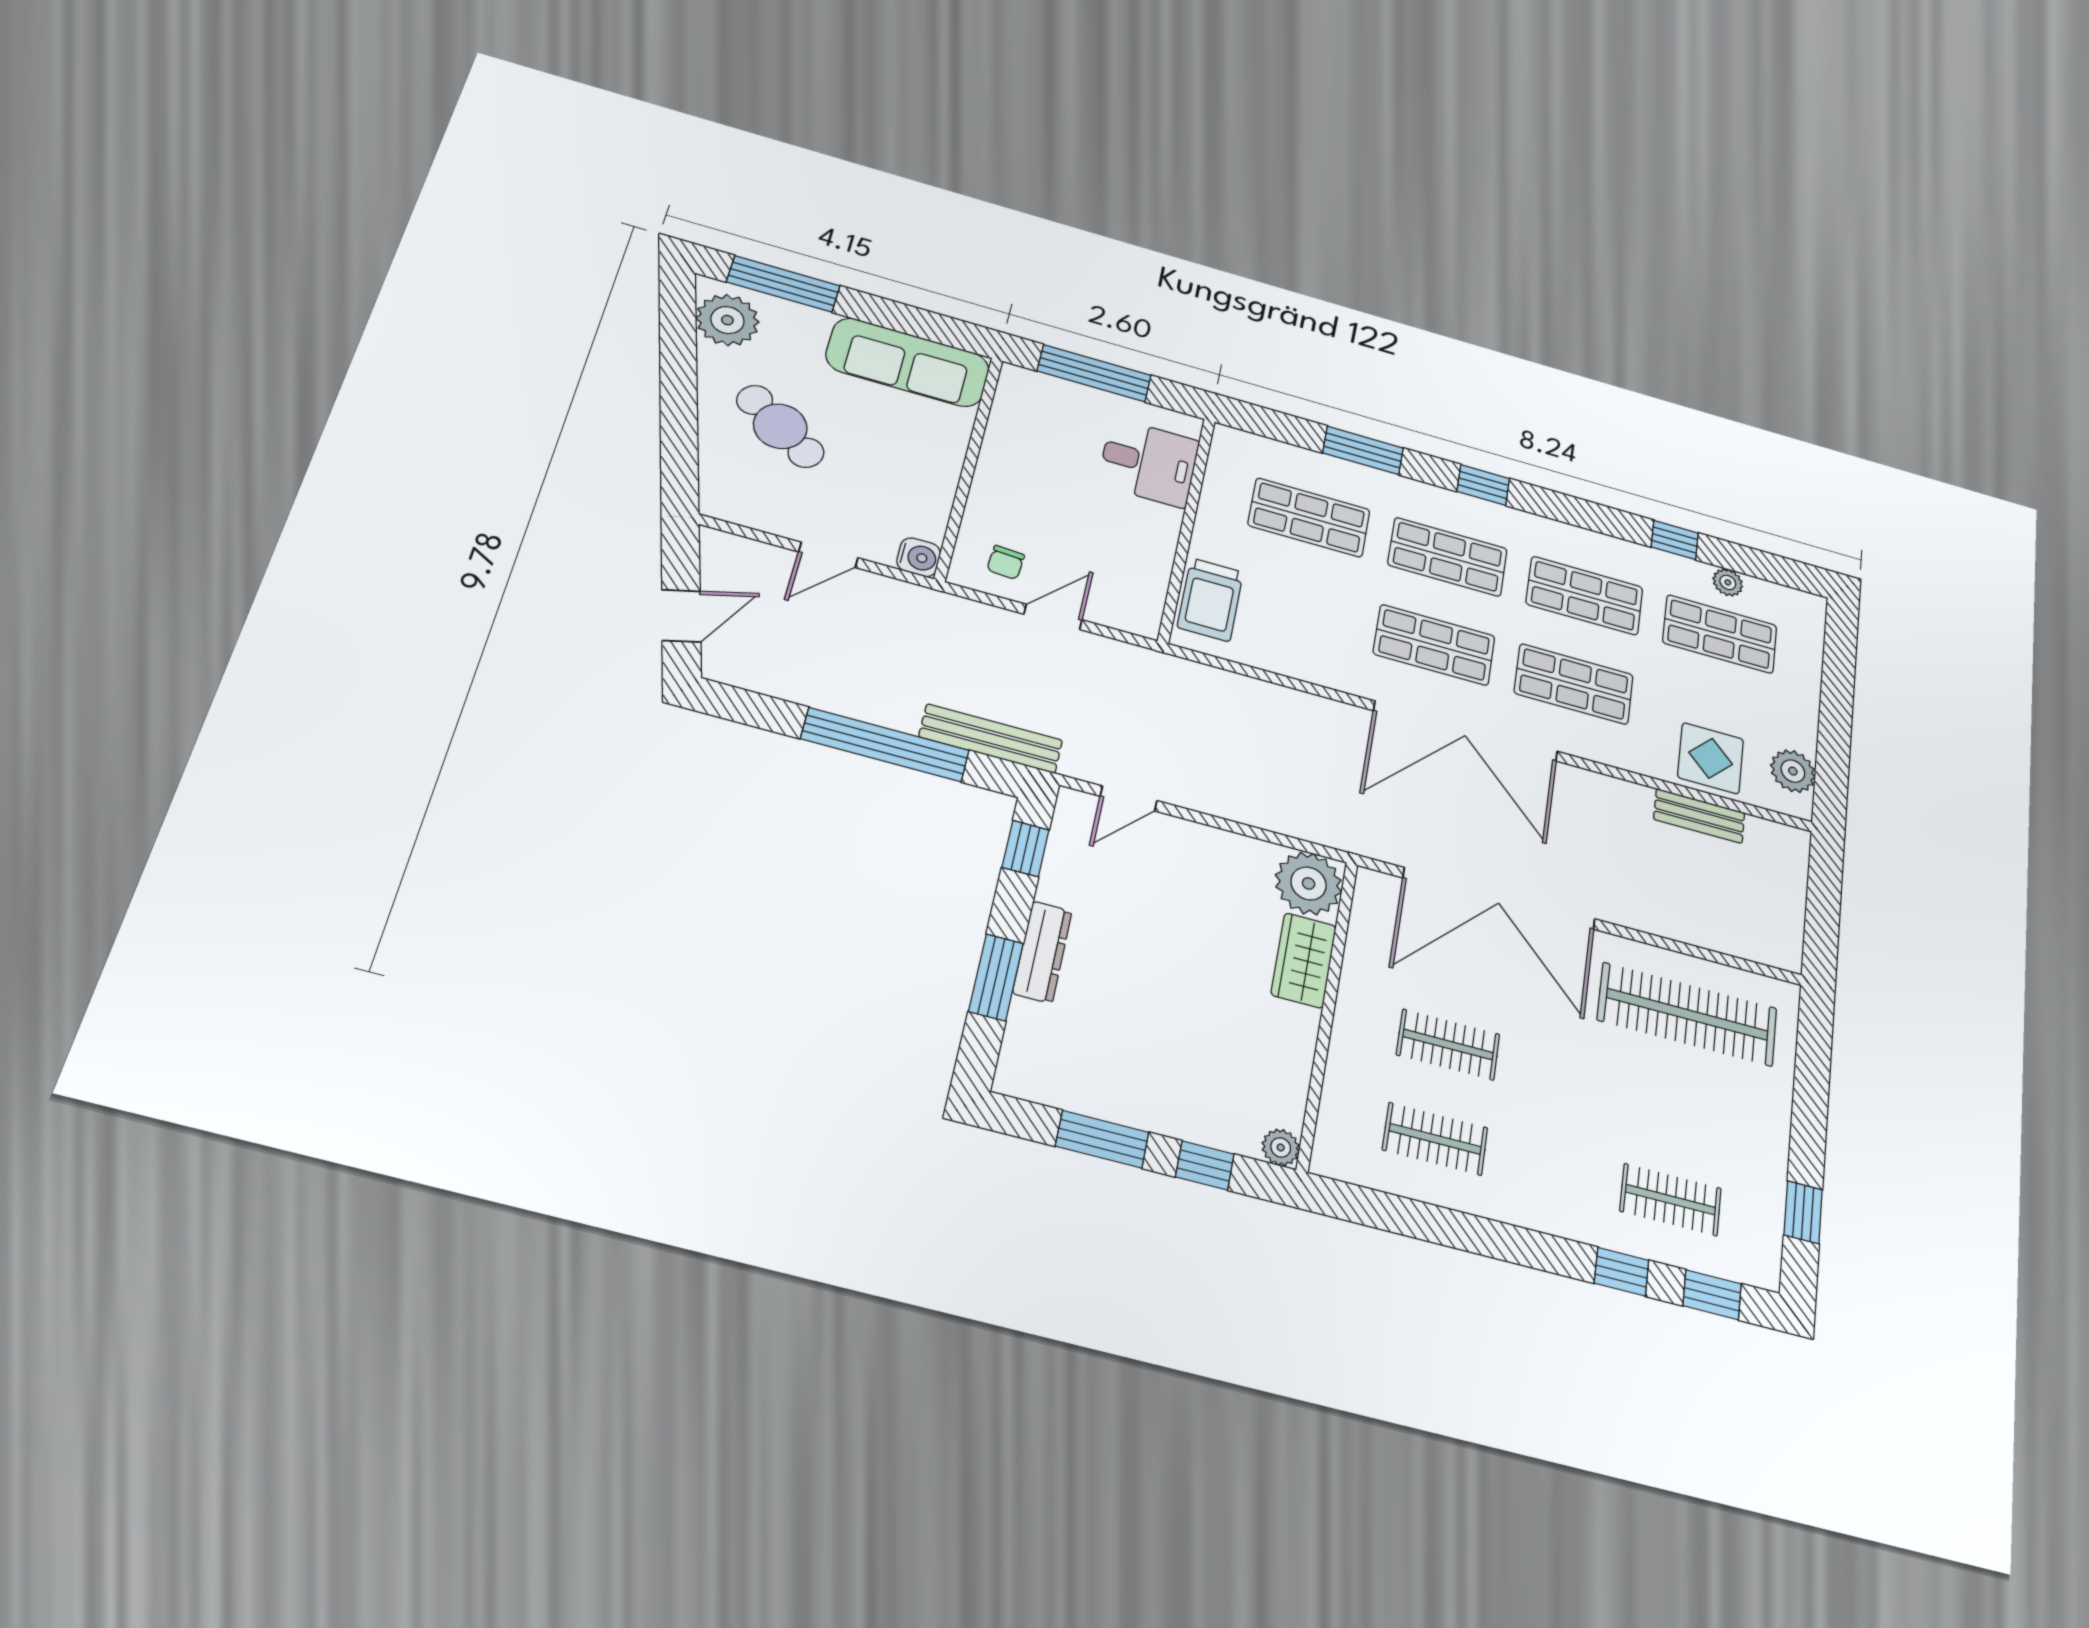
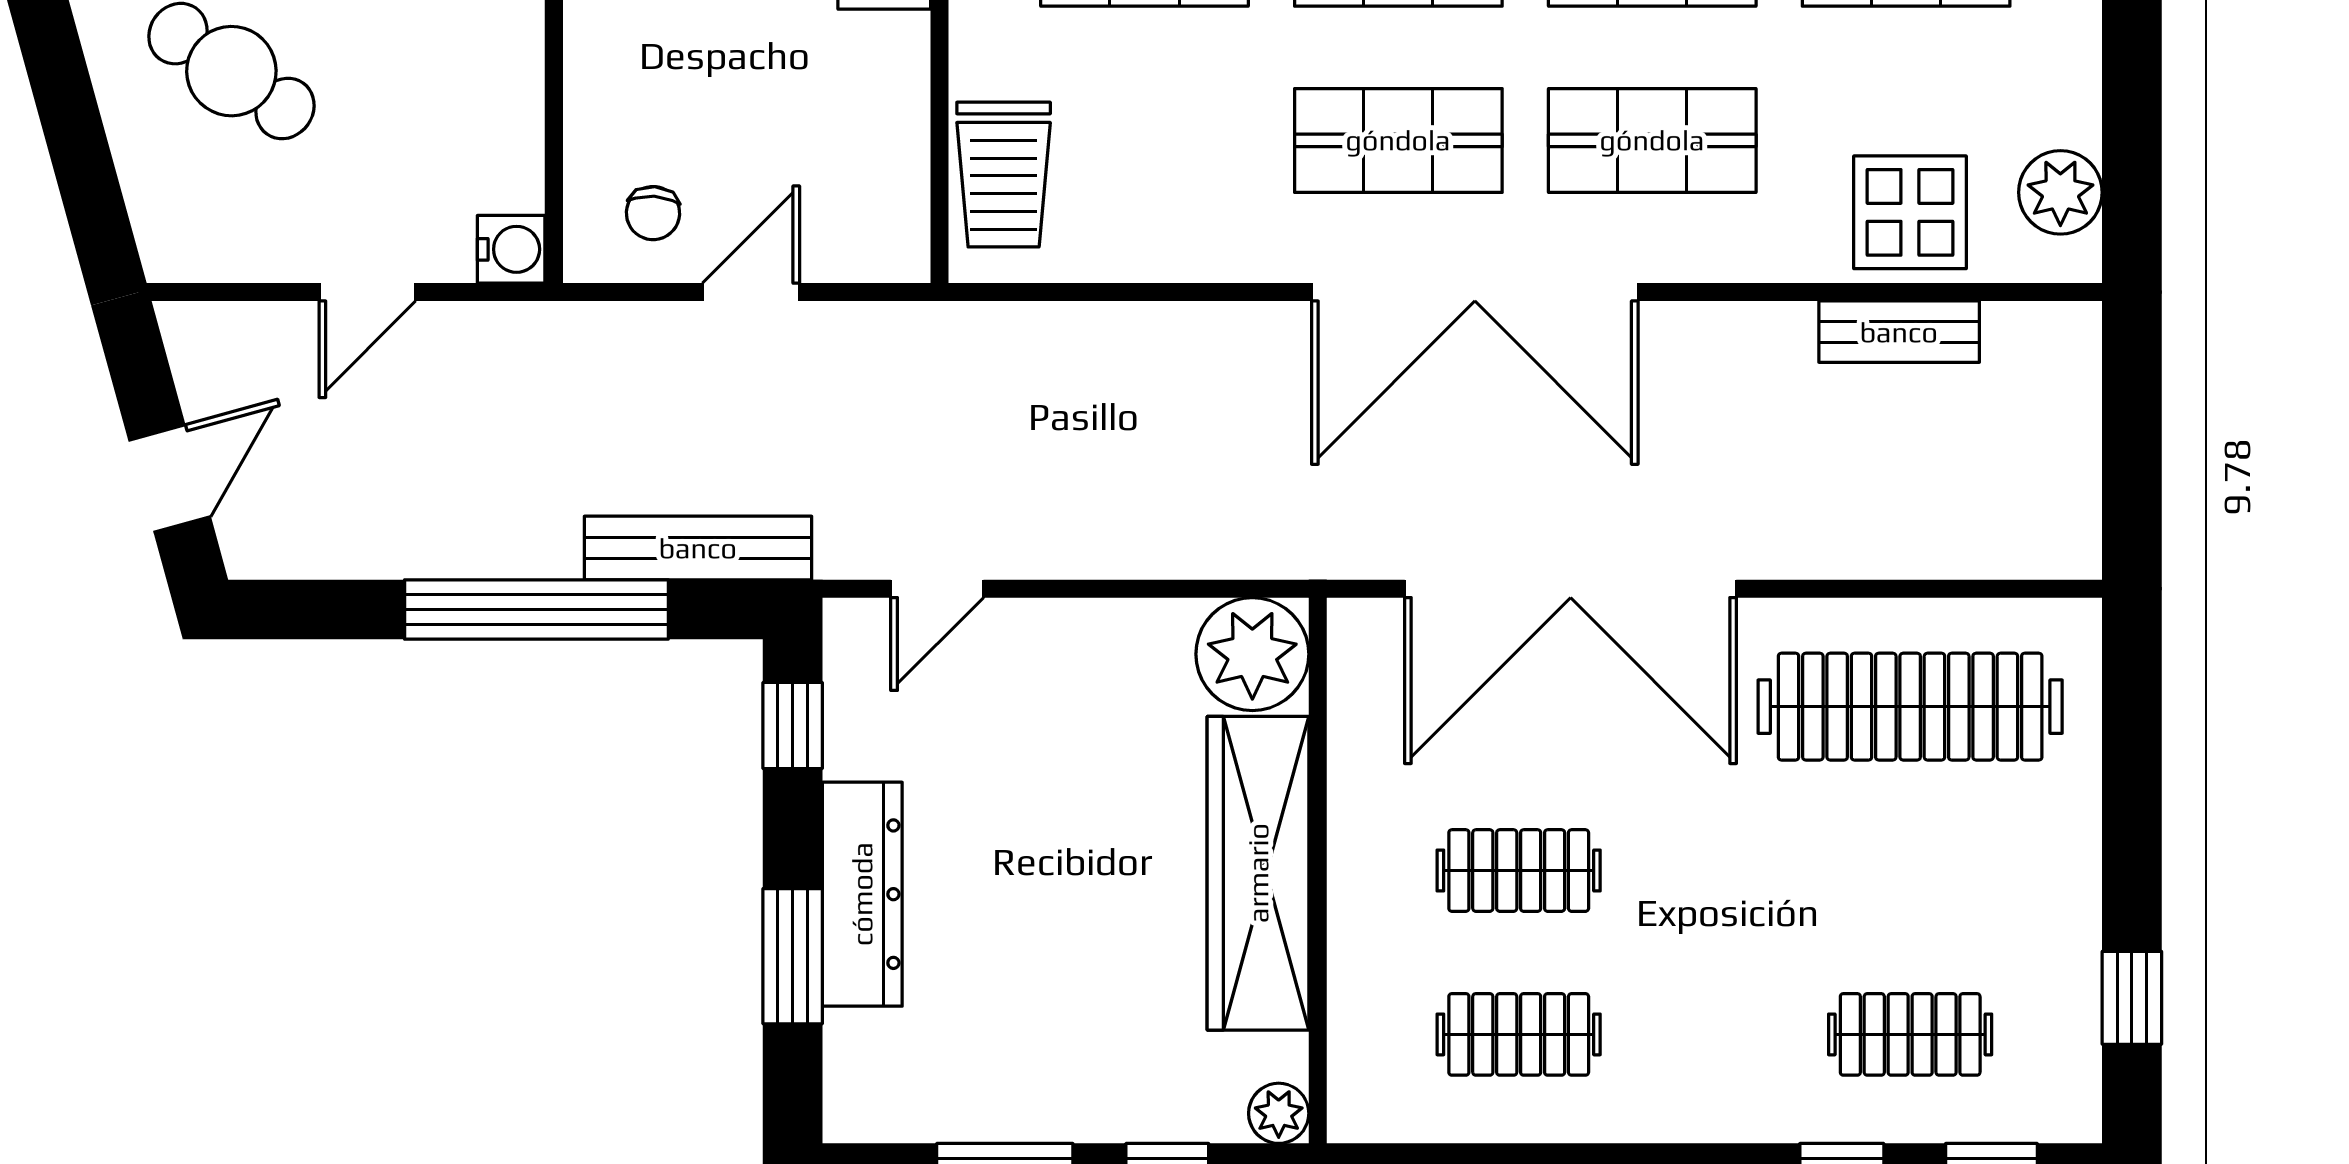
dresser: (1042, 952) -> (862, 894), width x1.37, depth x1.24
wardrobe: (1304, 960) -> (1258, 873), width x2.10, depth x1.17

